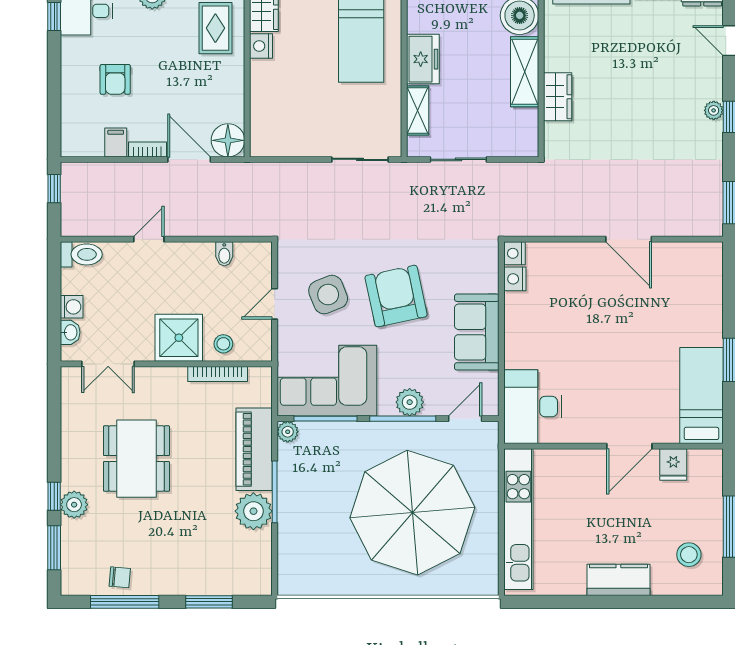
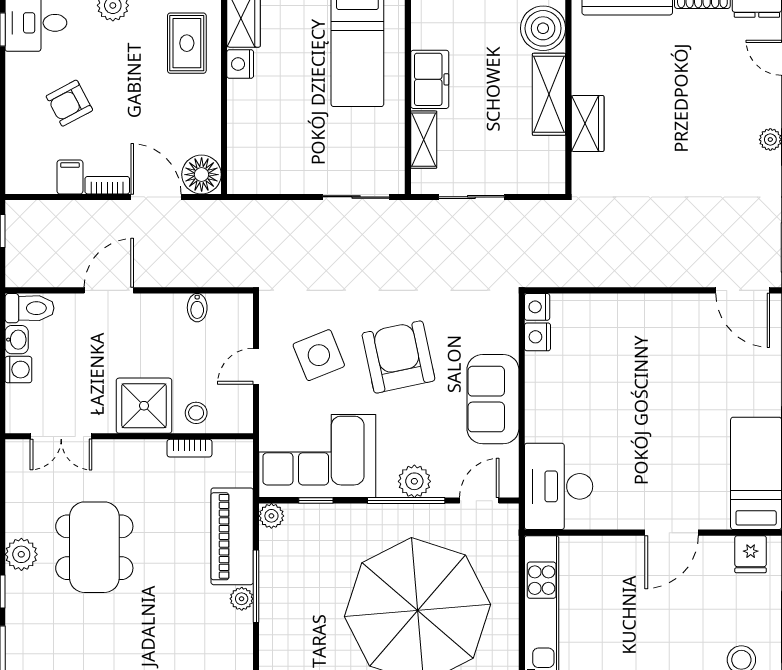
armchair: (115, 79) -> (69, 103), turned 62
door: (149, 239) -> (109, 290), width x1.38
door: (629, 239) -> (743, 290), moved
washbasin: (70, 332) -> (17, 340), moved
bookcase: (218, 374) -> (189, 448), width x0.64
window: (326, 419) -> (316, 501), width x0.46
fridge: (673, 464) -> (751, 554), moved
plant: (74, 505) -> (21, 554), moved
plant: (253, 511) -> (242, 599), width x0.53, depth x0.53

